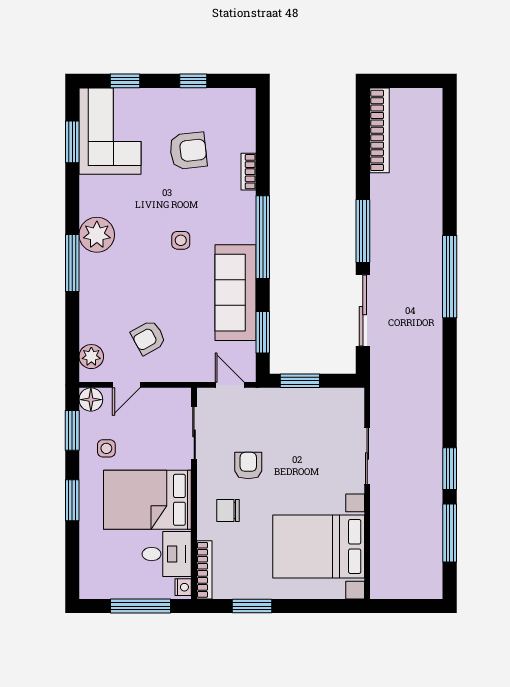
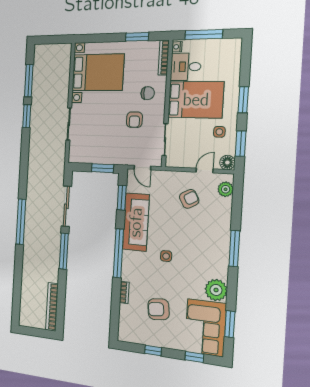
plant: (97, 235) -> (216, 290), moved

